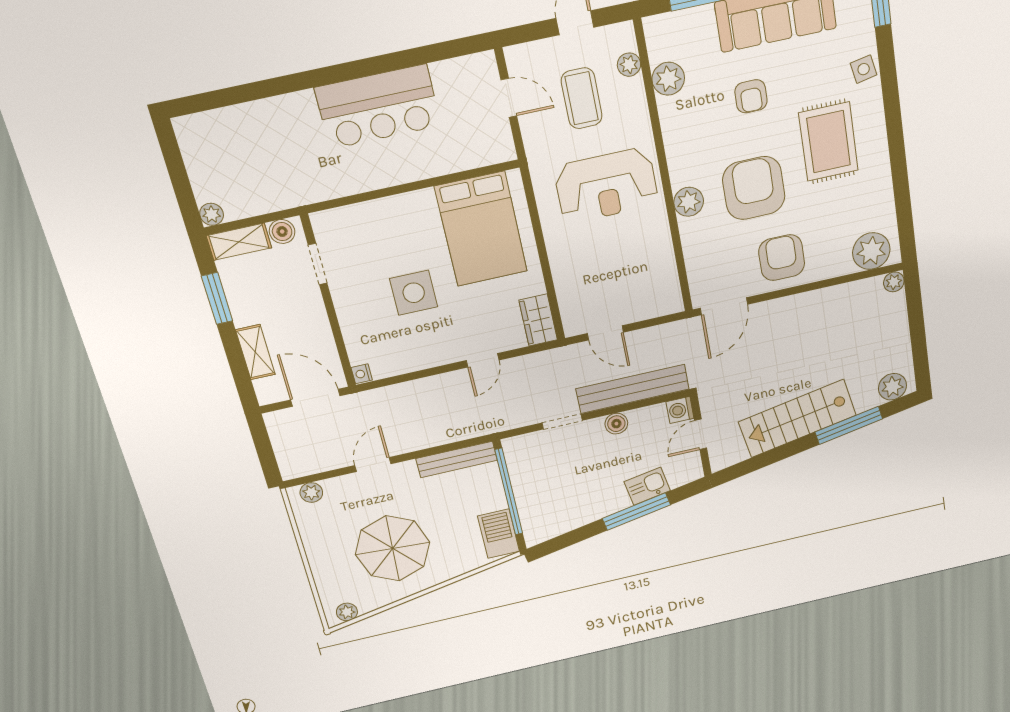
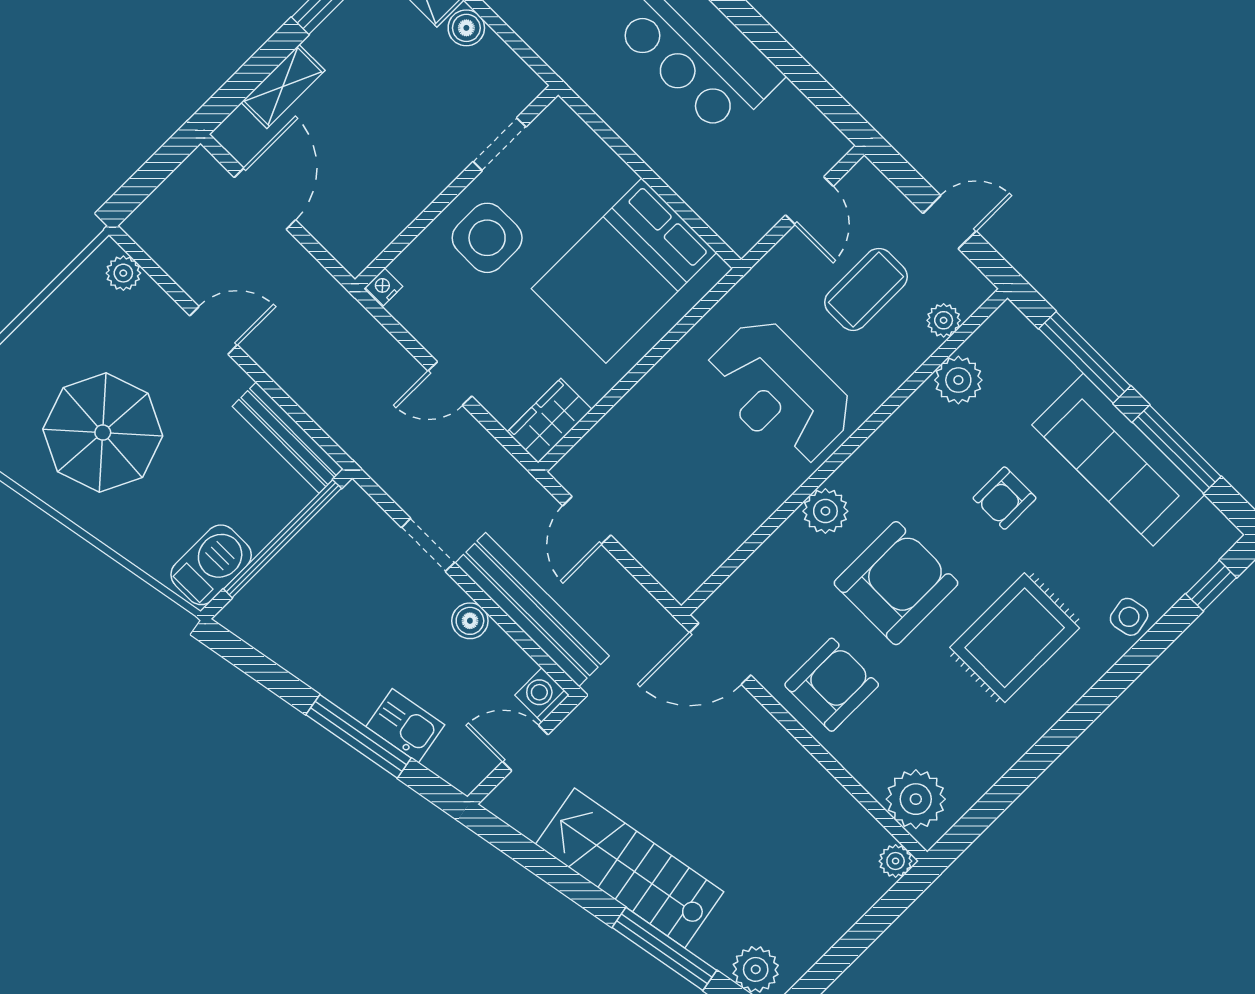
doorway: (318, 264) -> (499, 144), moved
wall: (328, 302) -> (457, 187), moved
nightstand: (362, 374) -> (384, 287), moved

